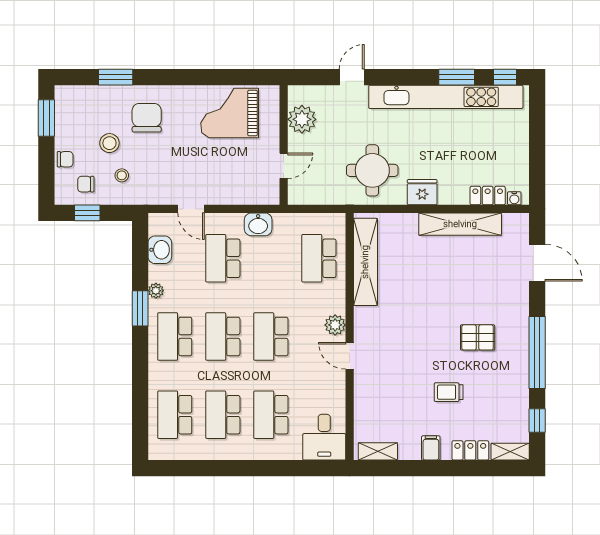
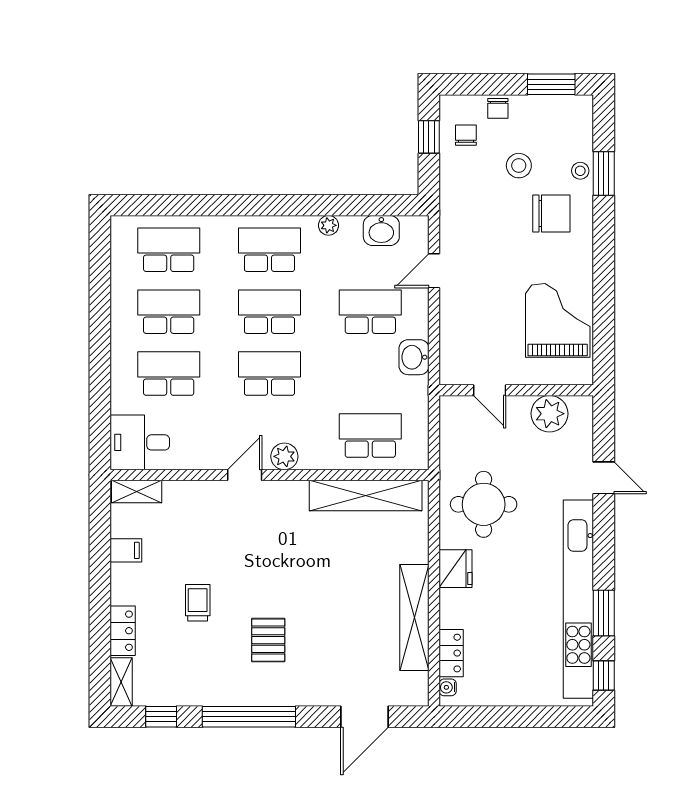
stool: (122, 175) -> (580, 171), moved
window: (140, 308) -> (306, 205), removed
filing cabinet: (431, 448) -> (126, 550), moved
shelving: (378, 451) -> (137, 491), moved, turned 90

